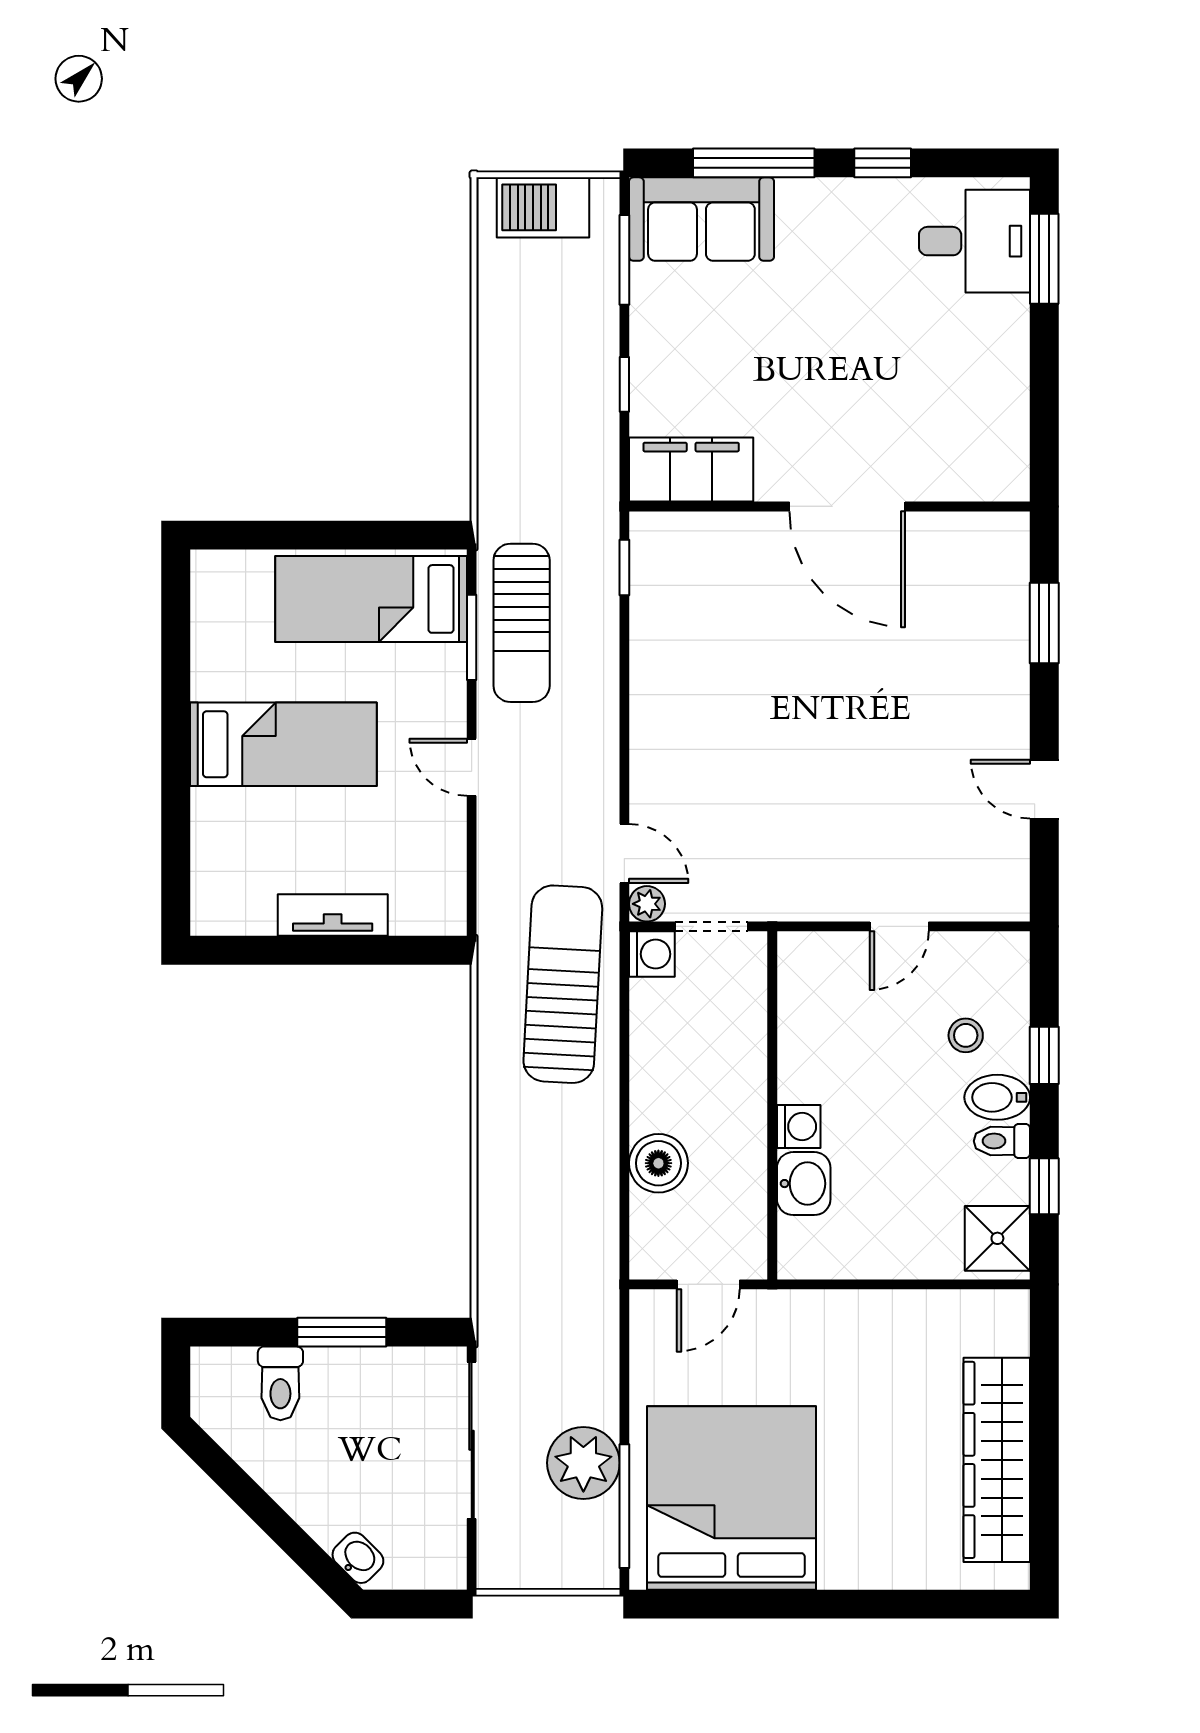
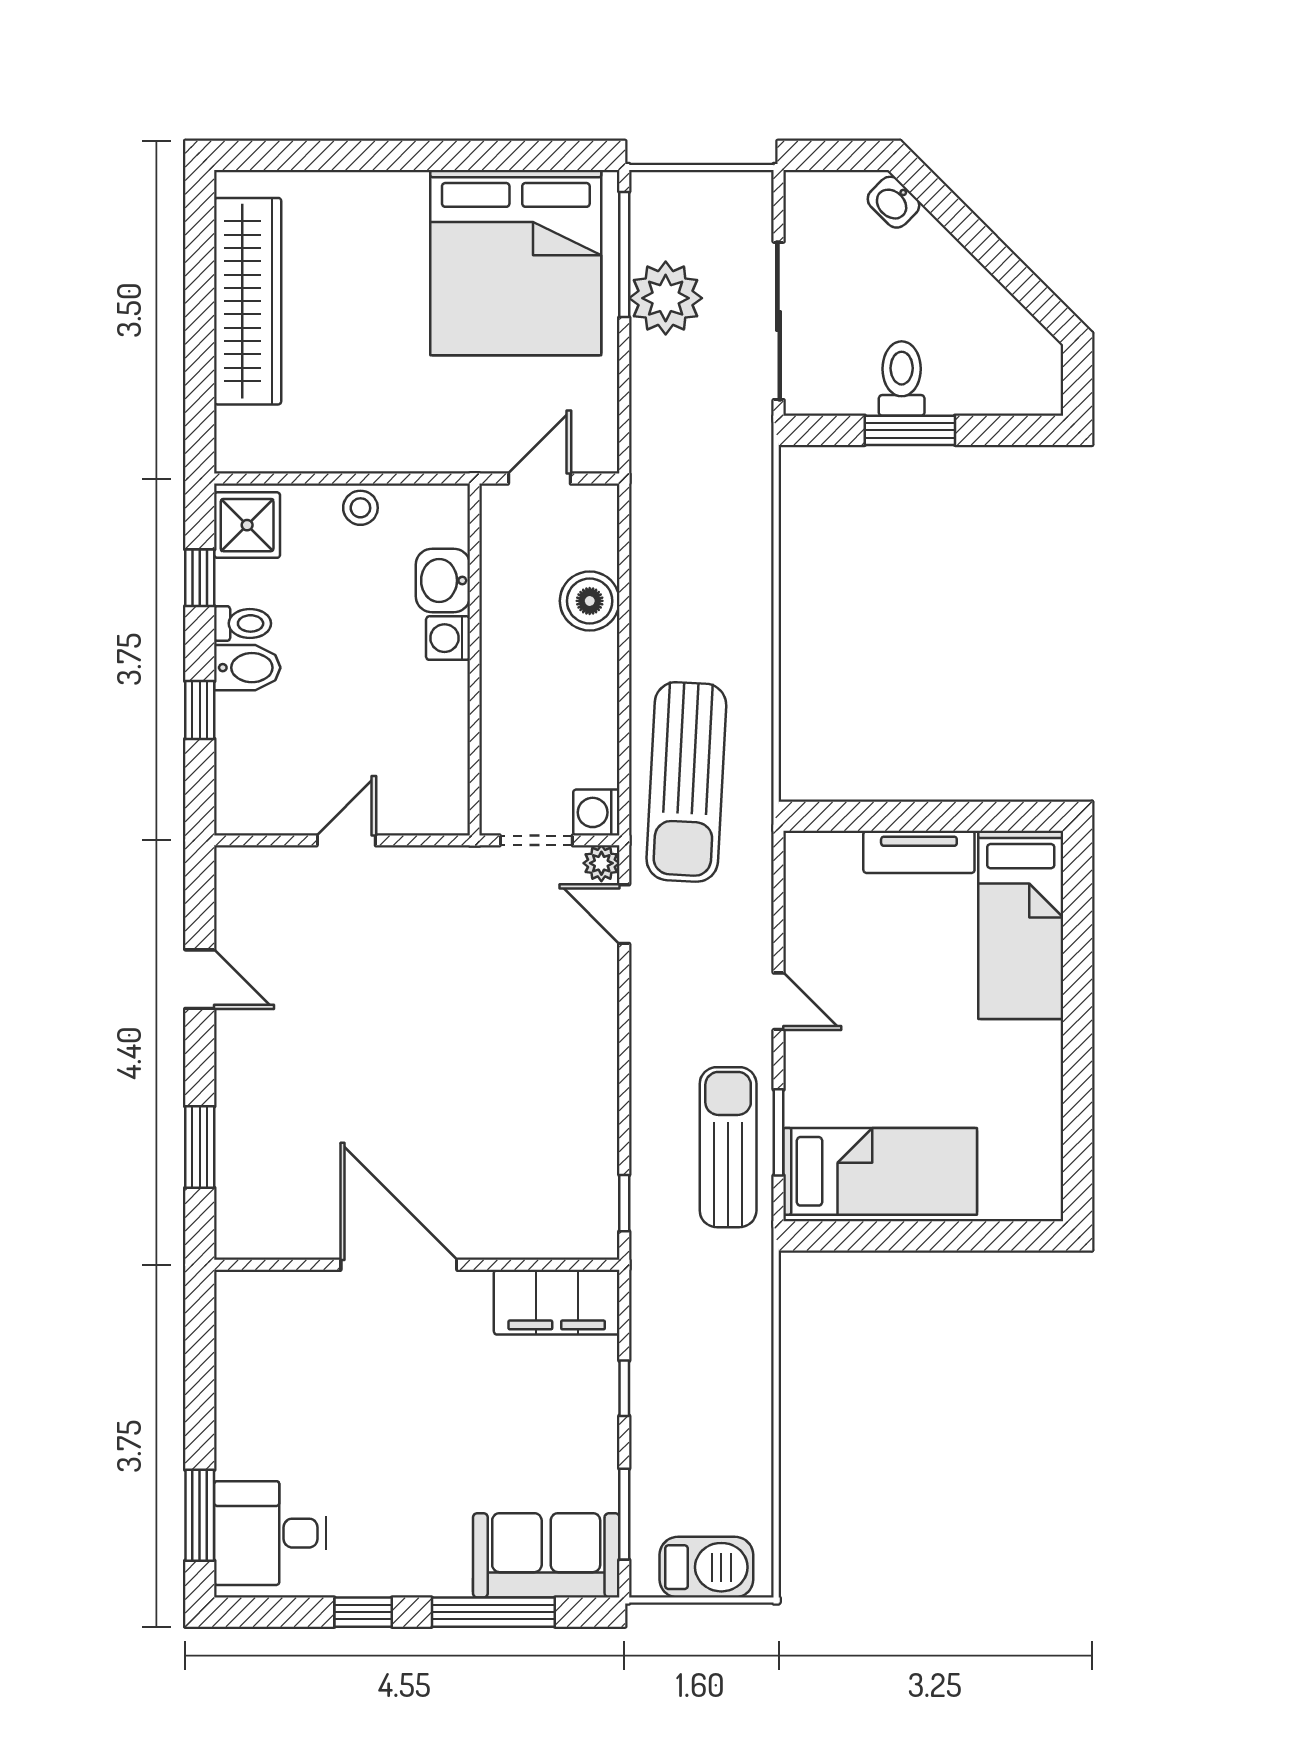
bed: (283, 744) -> (1021, 925), moved, turned -90
stool: (966, 1035) -> (360, 508), moved
toilet: (280, 1383) -> (902, 379), moved

